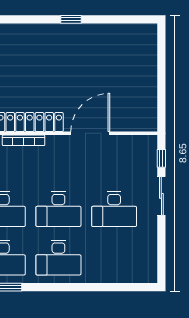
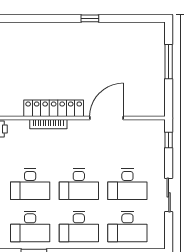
window: (161, 69) -> (169, 62), added
sliding door: (161, 196) -> (169, 195), moved
desk: (114, 258) -> (127, 227), added

